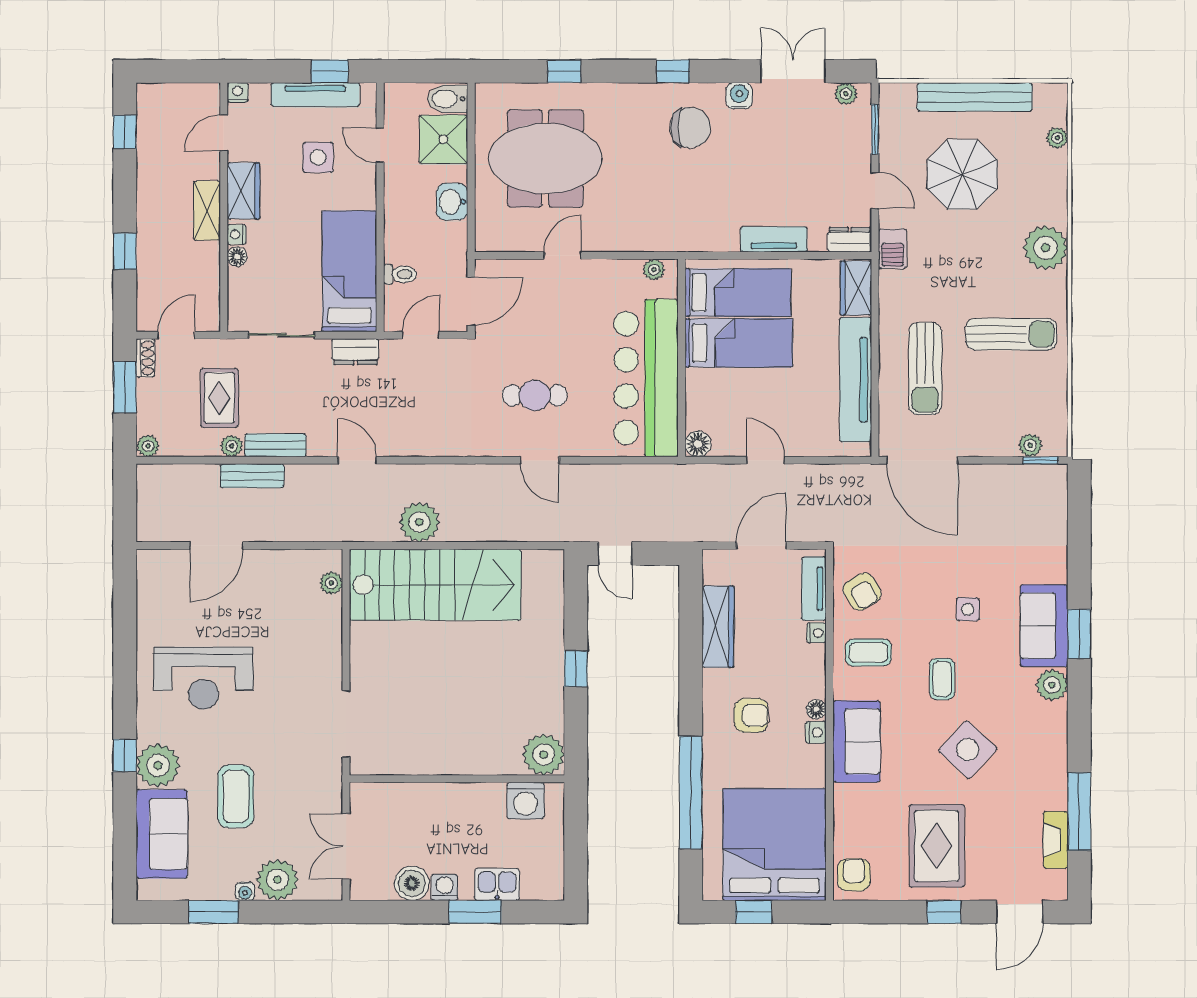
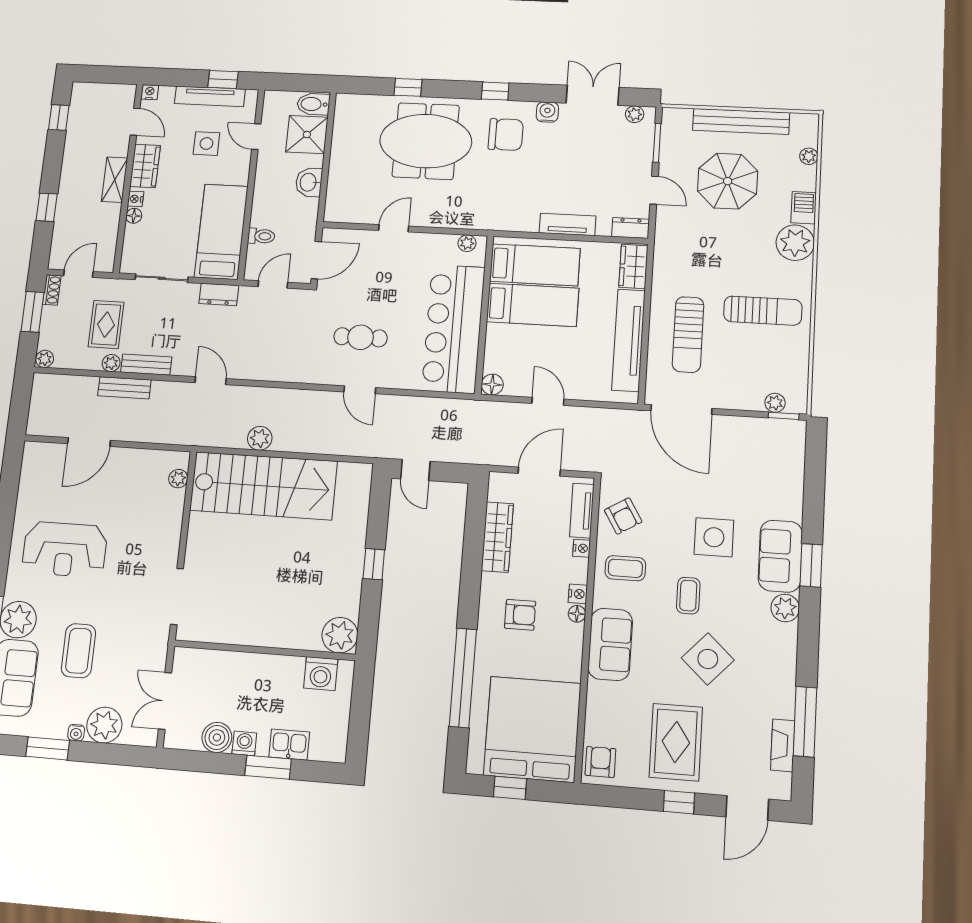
door: (224, 133) -> (135, 122), swing flipped
meeting table: (545, 158) -> (426, 141), moved
barbecue: (893, 249) -> (804, 208), moved, turned 180
plant: (419, 522) -> (260, 438), width x0.73, depth x0.73
side table: (968, 609) -> (714, 537), width x1.87, depth x1.87
nightstand: (816, 732) -> (578, 594), moved

